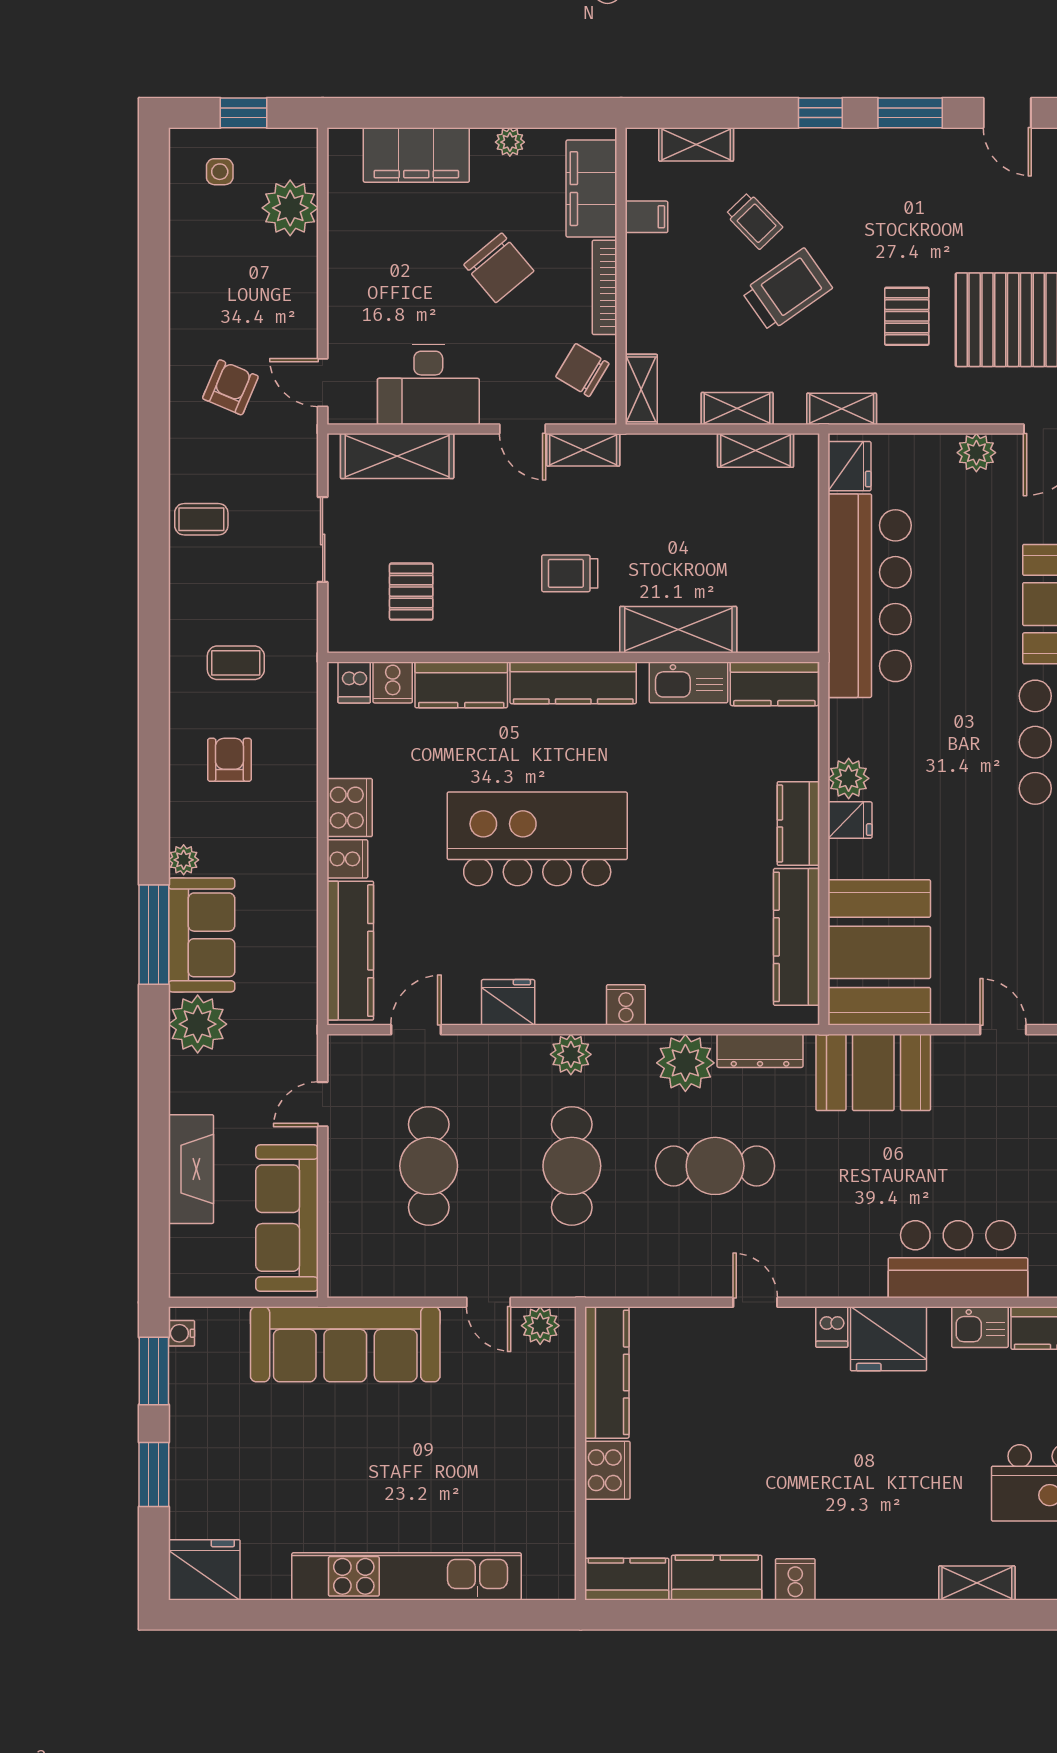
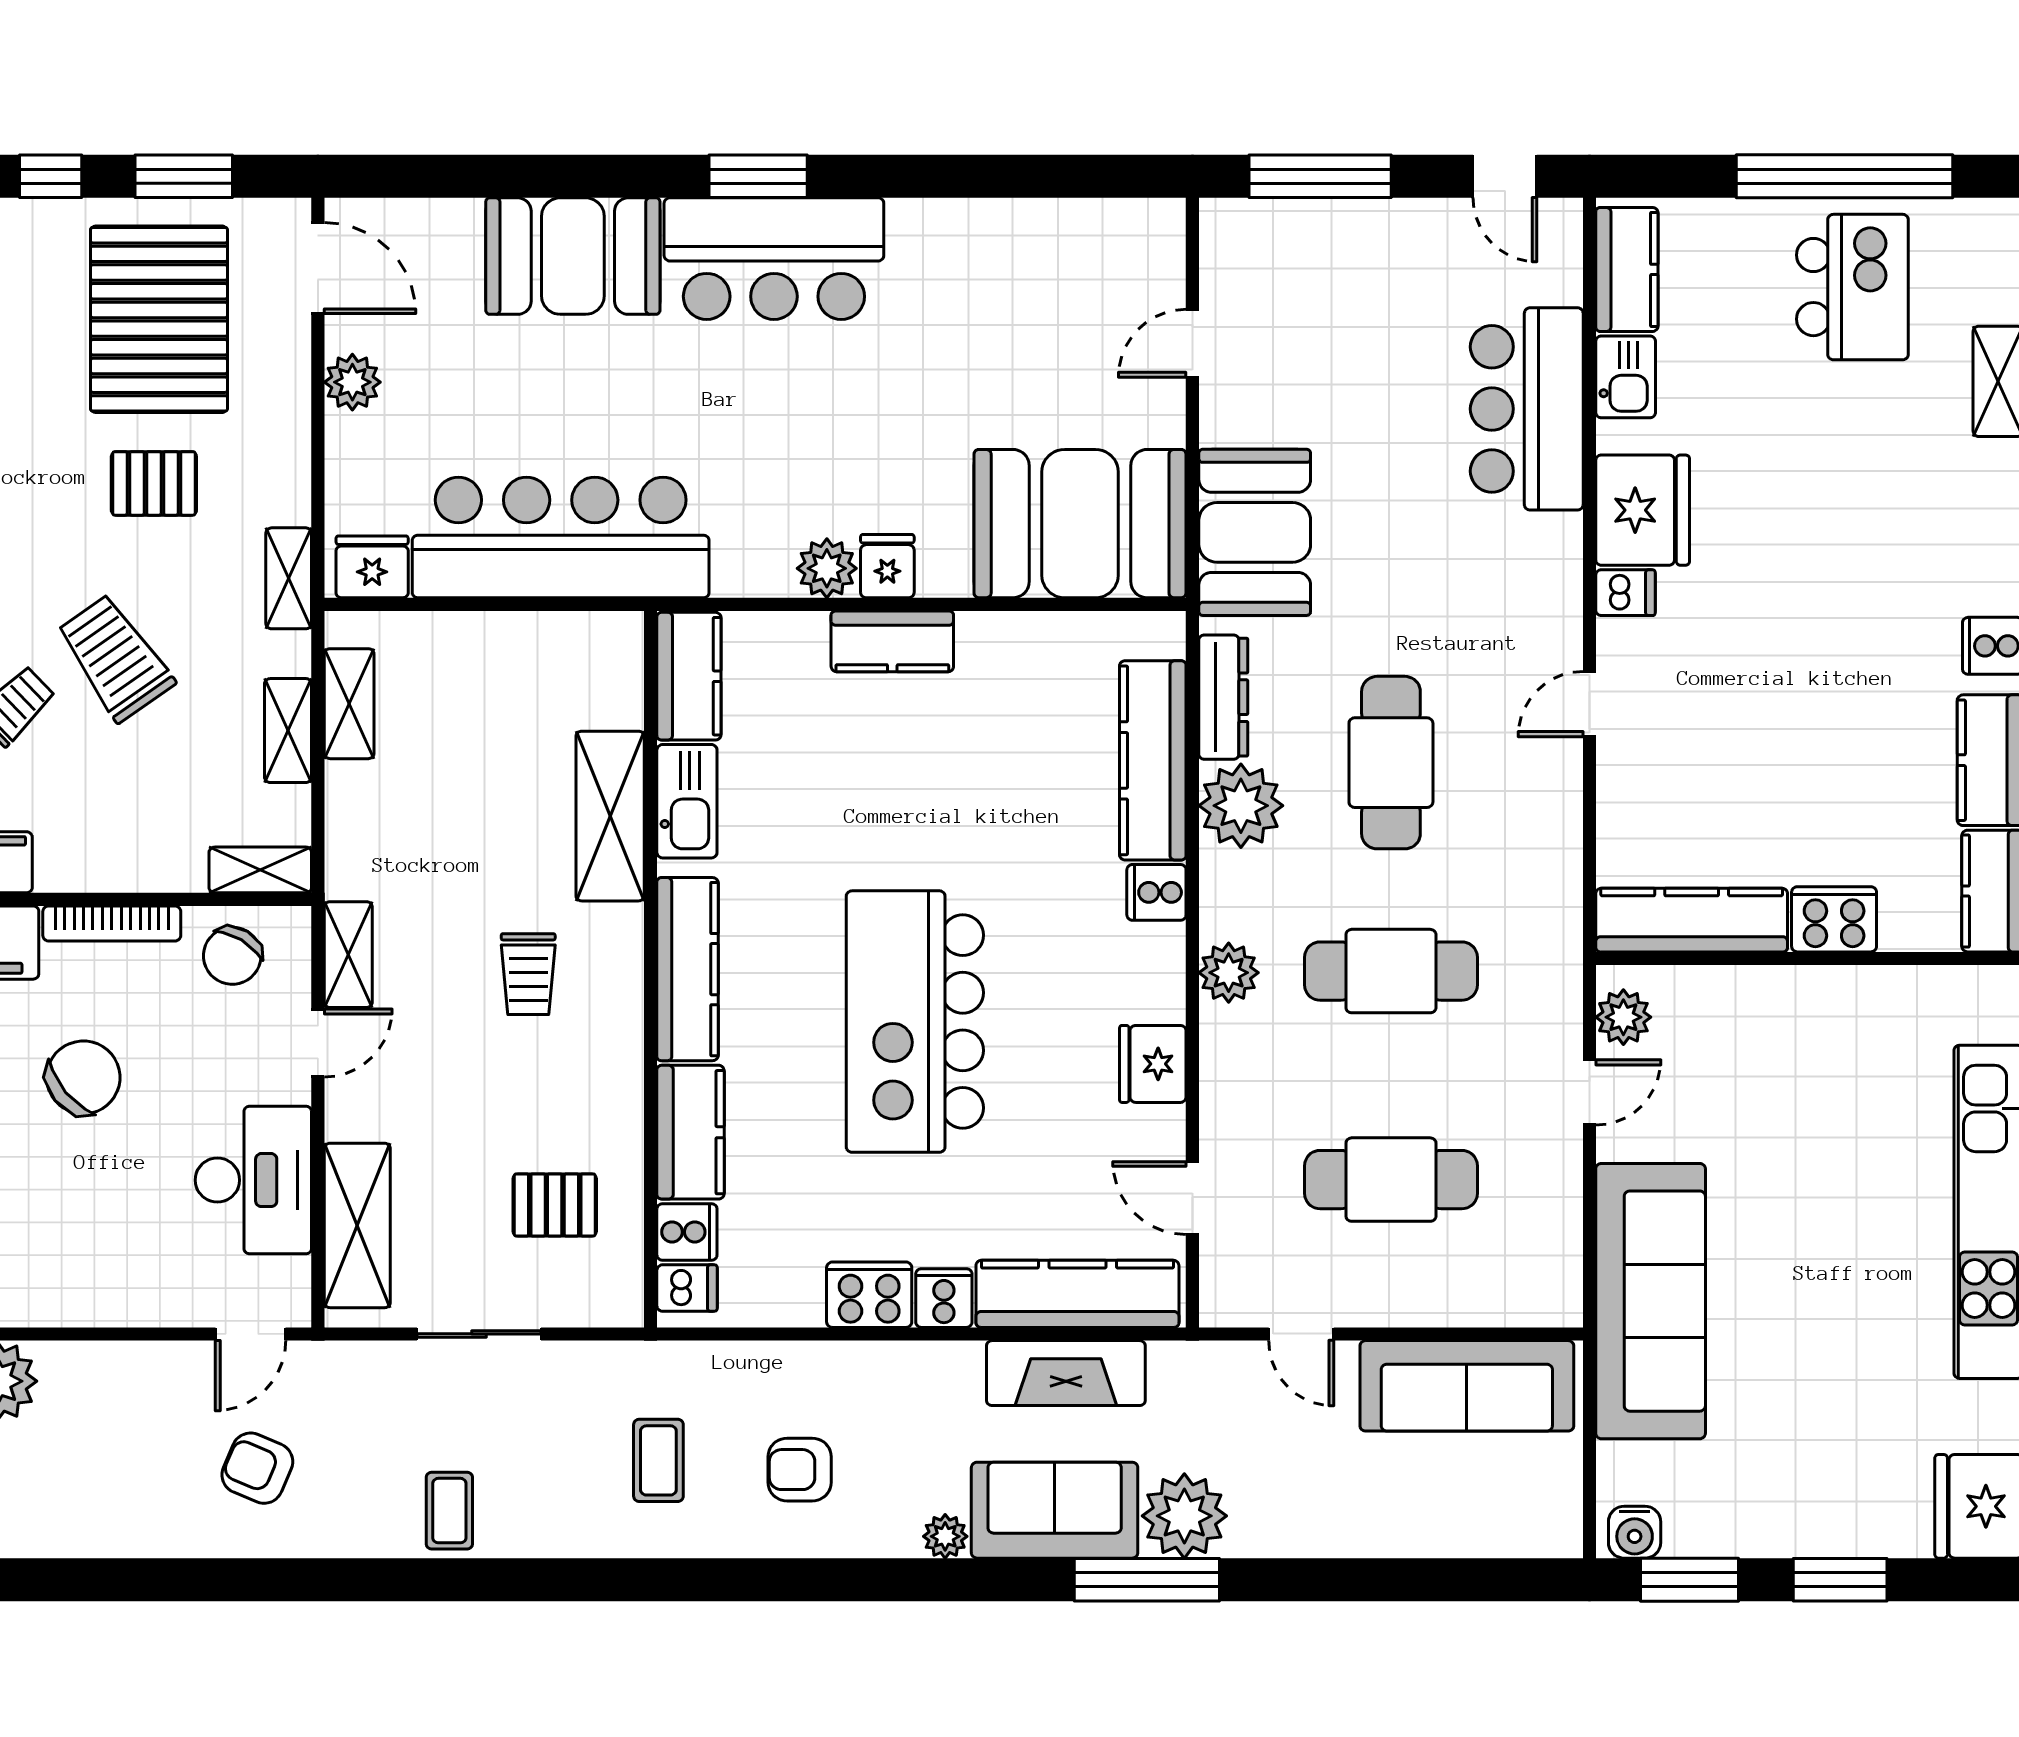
window: (154, 935) -> (1147, 1580), moved
kitchen counter: (796, 937) -> (1153, 760), moved, turned 90
fireplace: (191, 1169) -> (1066, 1373), moved, turned 180
water cooler: (181, 1333) -> (1635, 1532), width x1.38, depth x1.38

